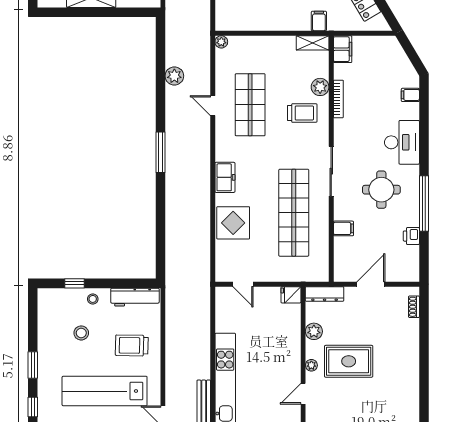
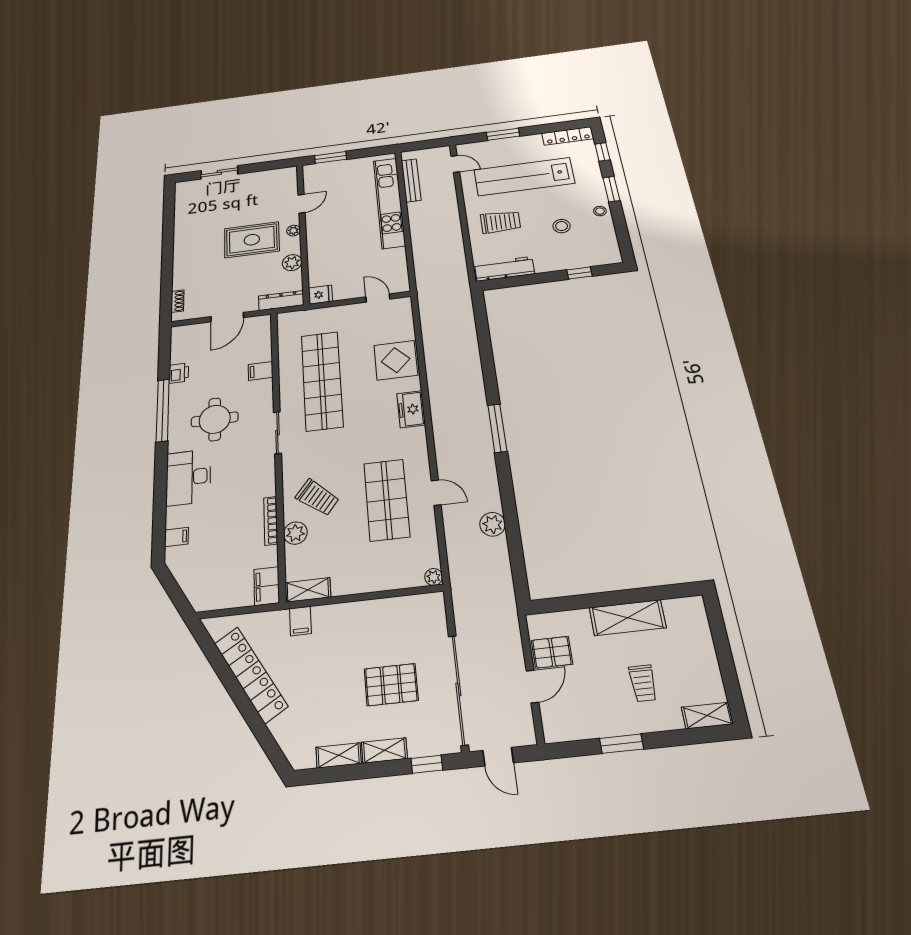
trolley: (302, 113) -> (317, 497), turned -141
sliding door: (331, 171) -> (277, 433), width x0.73
stool: (93, 299) -> (600, 211), moved
lab bench: (105, 391) -> (524, 177), turned 180

